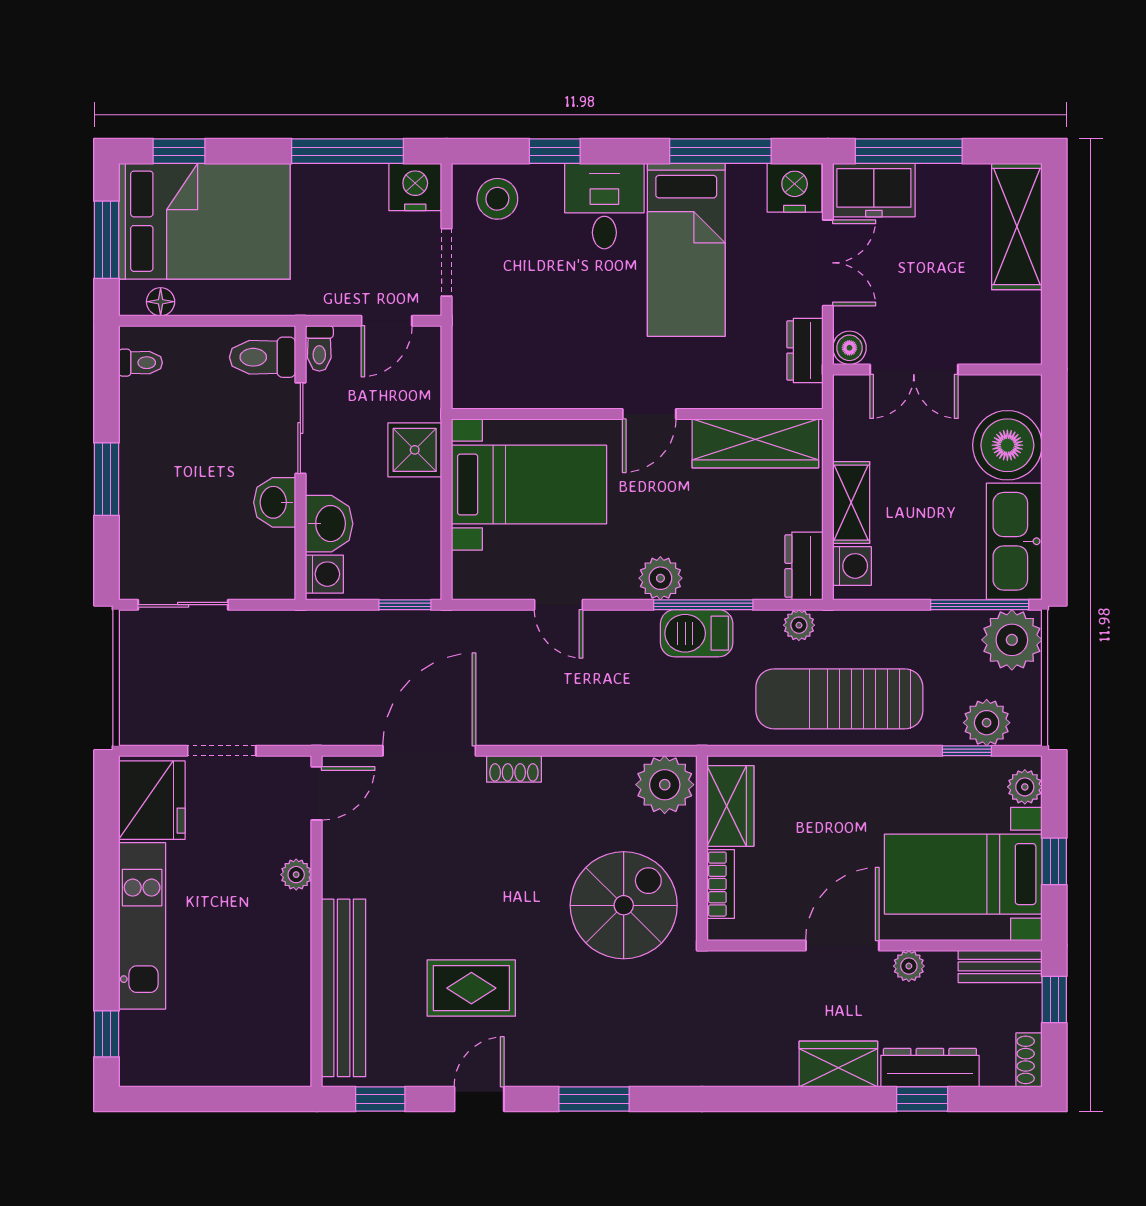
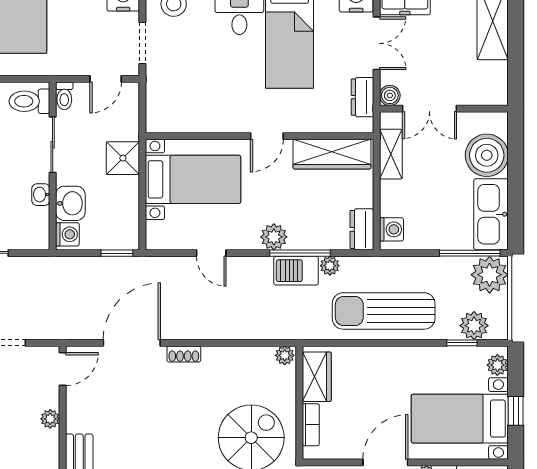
washbasin: (275, 502) -> (41, 195), width x0.72, depth x0.69
shelving: (851, 503) -> (391, 154), moved
plant: (799, 625) -> (330, 266), moved
plant: (665, 785) -> (285, 355), width x0.53, depth x0.53

